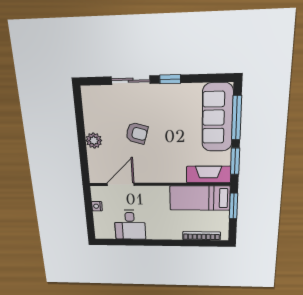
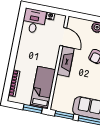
fireplace: (208, 175) -> (65, 61), moved
desk: (130, 225) -> (34, 21), moved, turned 90

